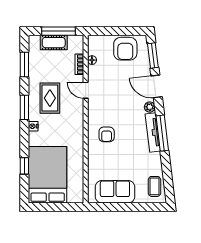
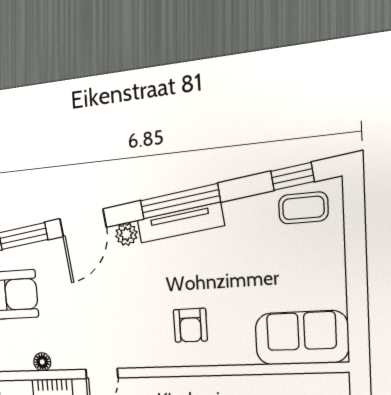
armchair: (107, 134) -> (190, 325), turned 90
window: (168, 182) -> (292, 176), added
sofa: (115, 192) -> (302, 338), moved, turned 90

